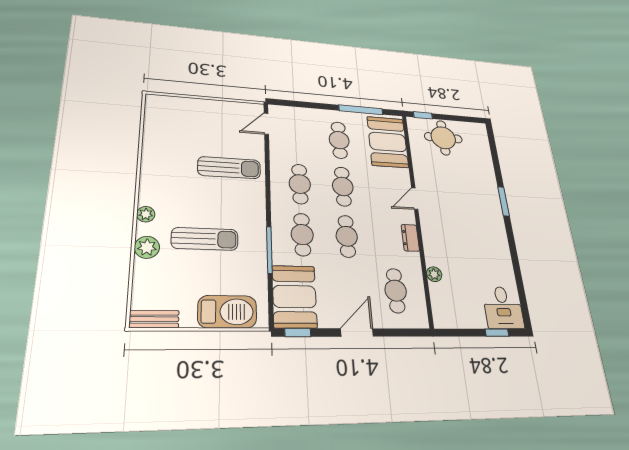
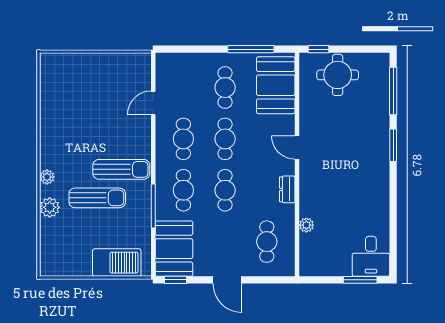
door: (266, 124) -> (153, 103), moved
window: (494, 155) -> (393, 91), added
sun lounger: (229, 168) -> (121, 169), moved
door: (415, 199) -> (297, 148), hinge flipped
bench: (154, 319) -> (59, 269), removed
door: (357, 332) -> (227, 280), swing flipped
window: (497, 333) -> (360, 280), width x1.50

